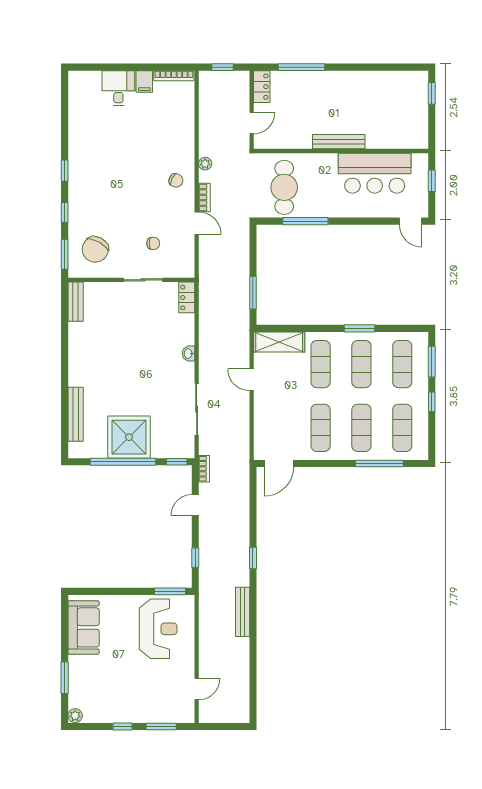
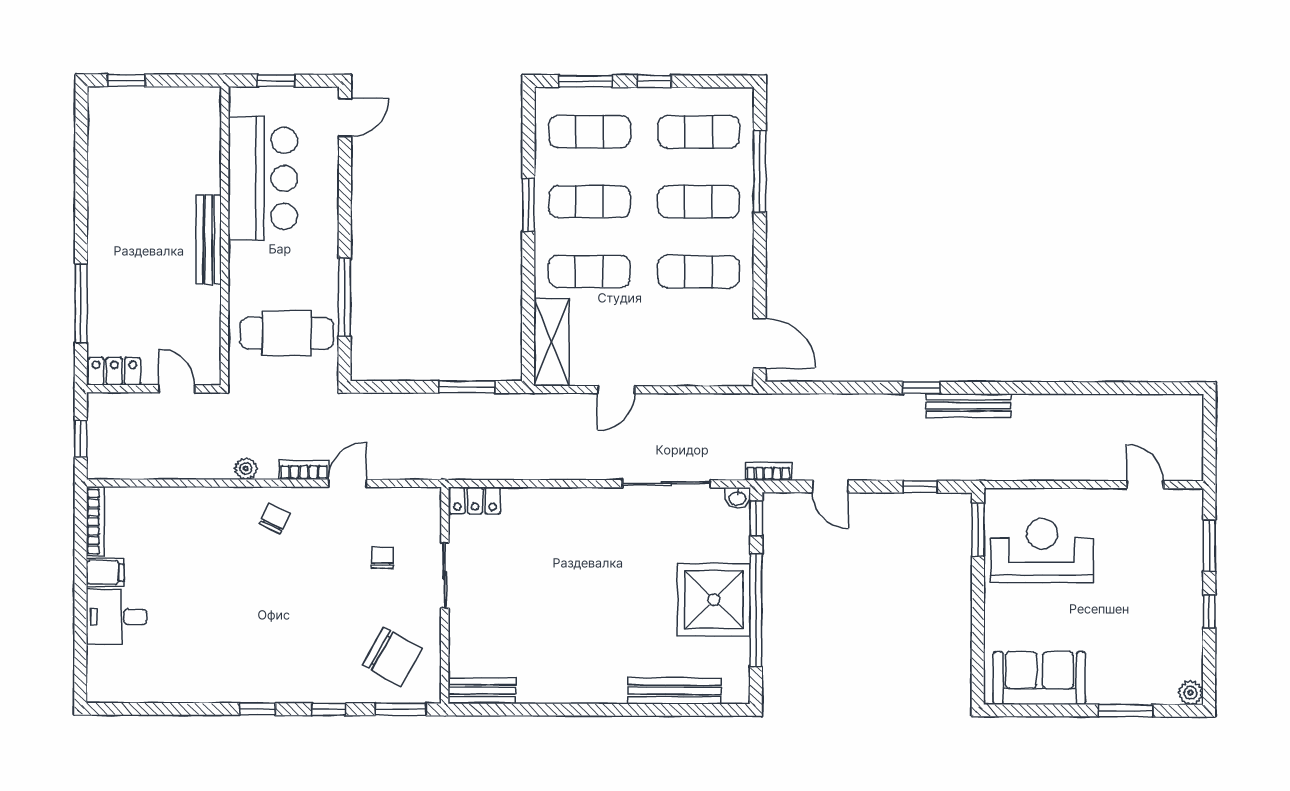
washbasin: (188, 353) -> (737, 498), moved
bench: (243, 612) -> (968, 406), moved

